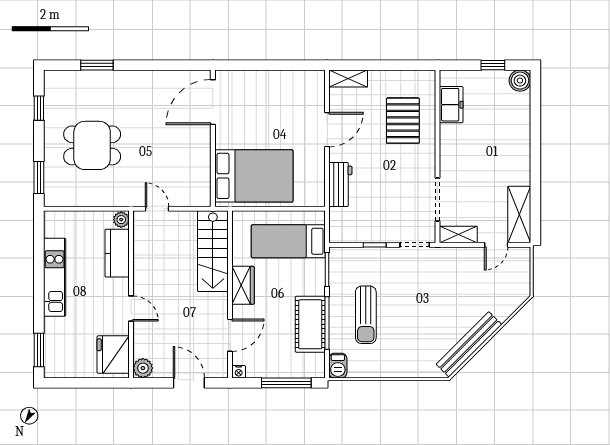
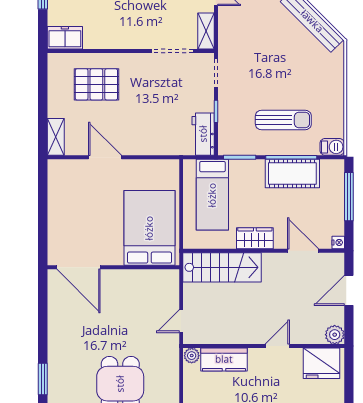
freezer: (451, 105) -> (65, 38), moved
workbench: (340, 184) -> (203, 134), moved, turned -90

